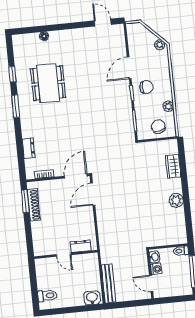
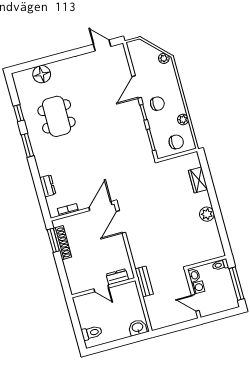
floor lamp: (44, 36) -> (42, 74), width x1.89, depth x1.89
chair: (158, 127) -> (176, 142), turned 103
bench: (109, 284) -> (144, 282), moved, width x0.73

